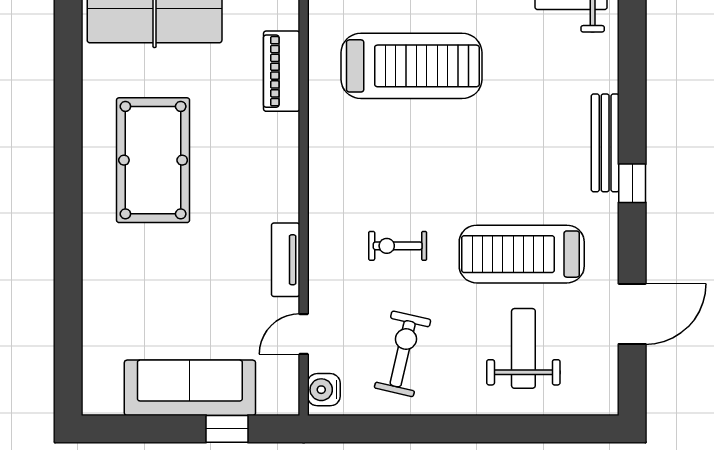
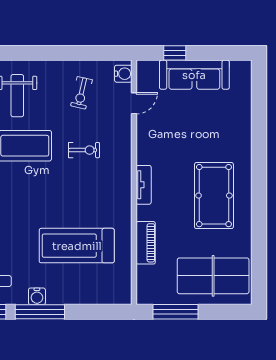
tv unit: (286, 260) -> (144, 185), moved
exercise bike: (403, 354) -> (81, 93), width x0.73, depth x0.72

